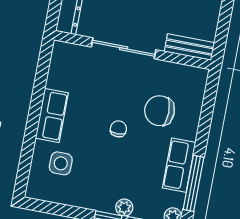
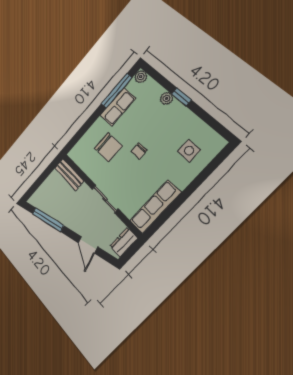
sliding door: (124, 48) -> (105, 199), width x0.73
row of seats: (52, 115) -> (155, 207), moved, width x1.48

